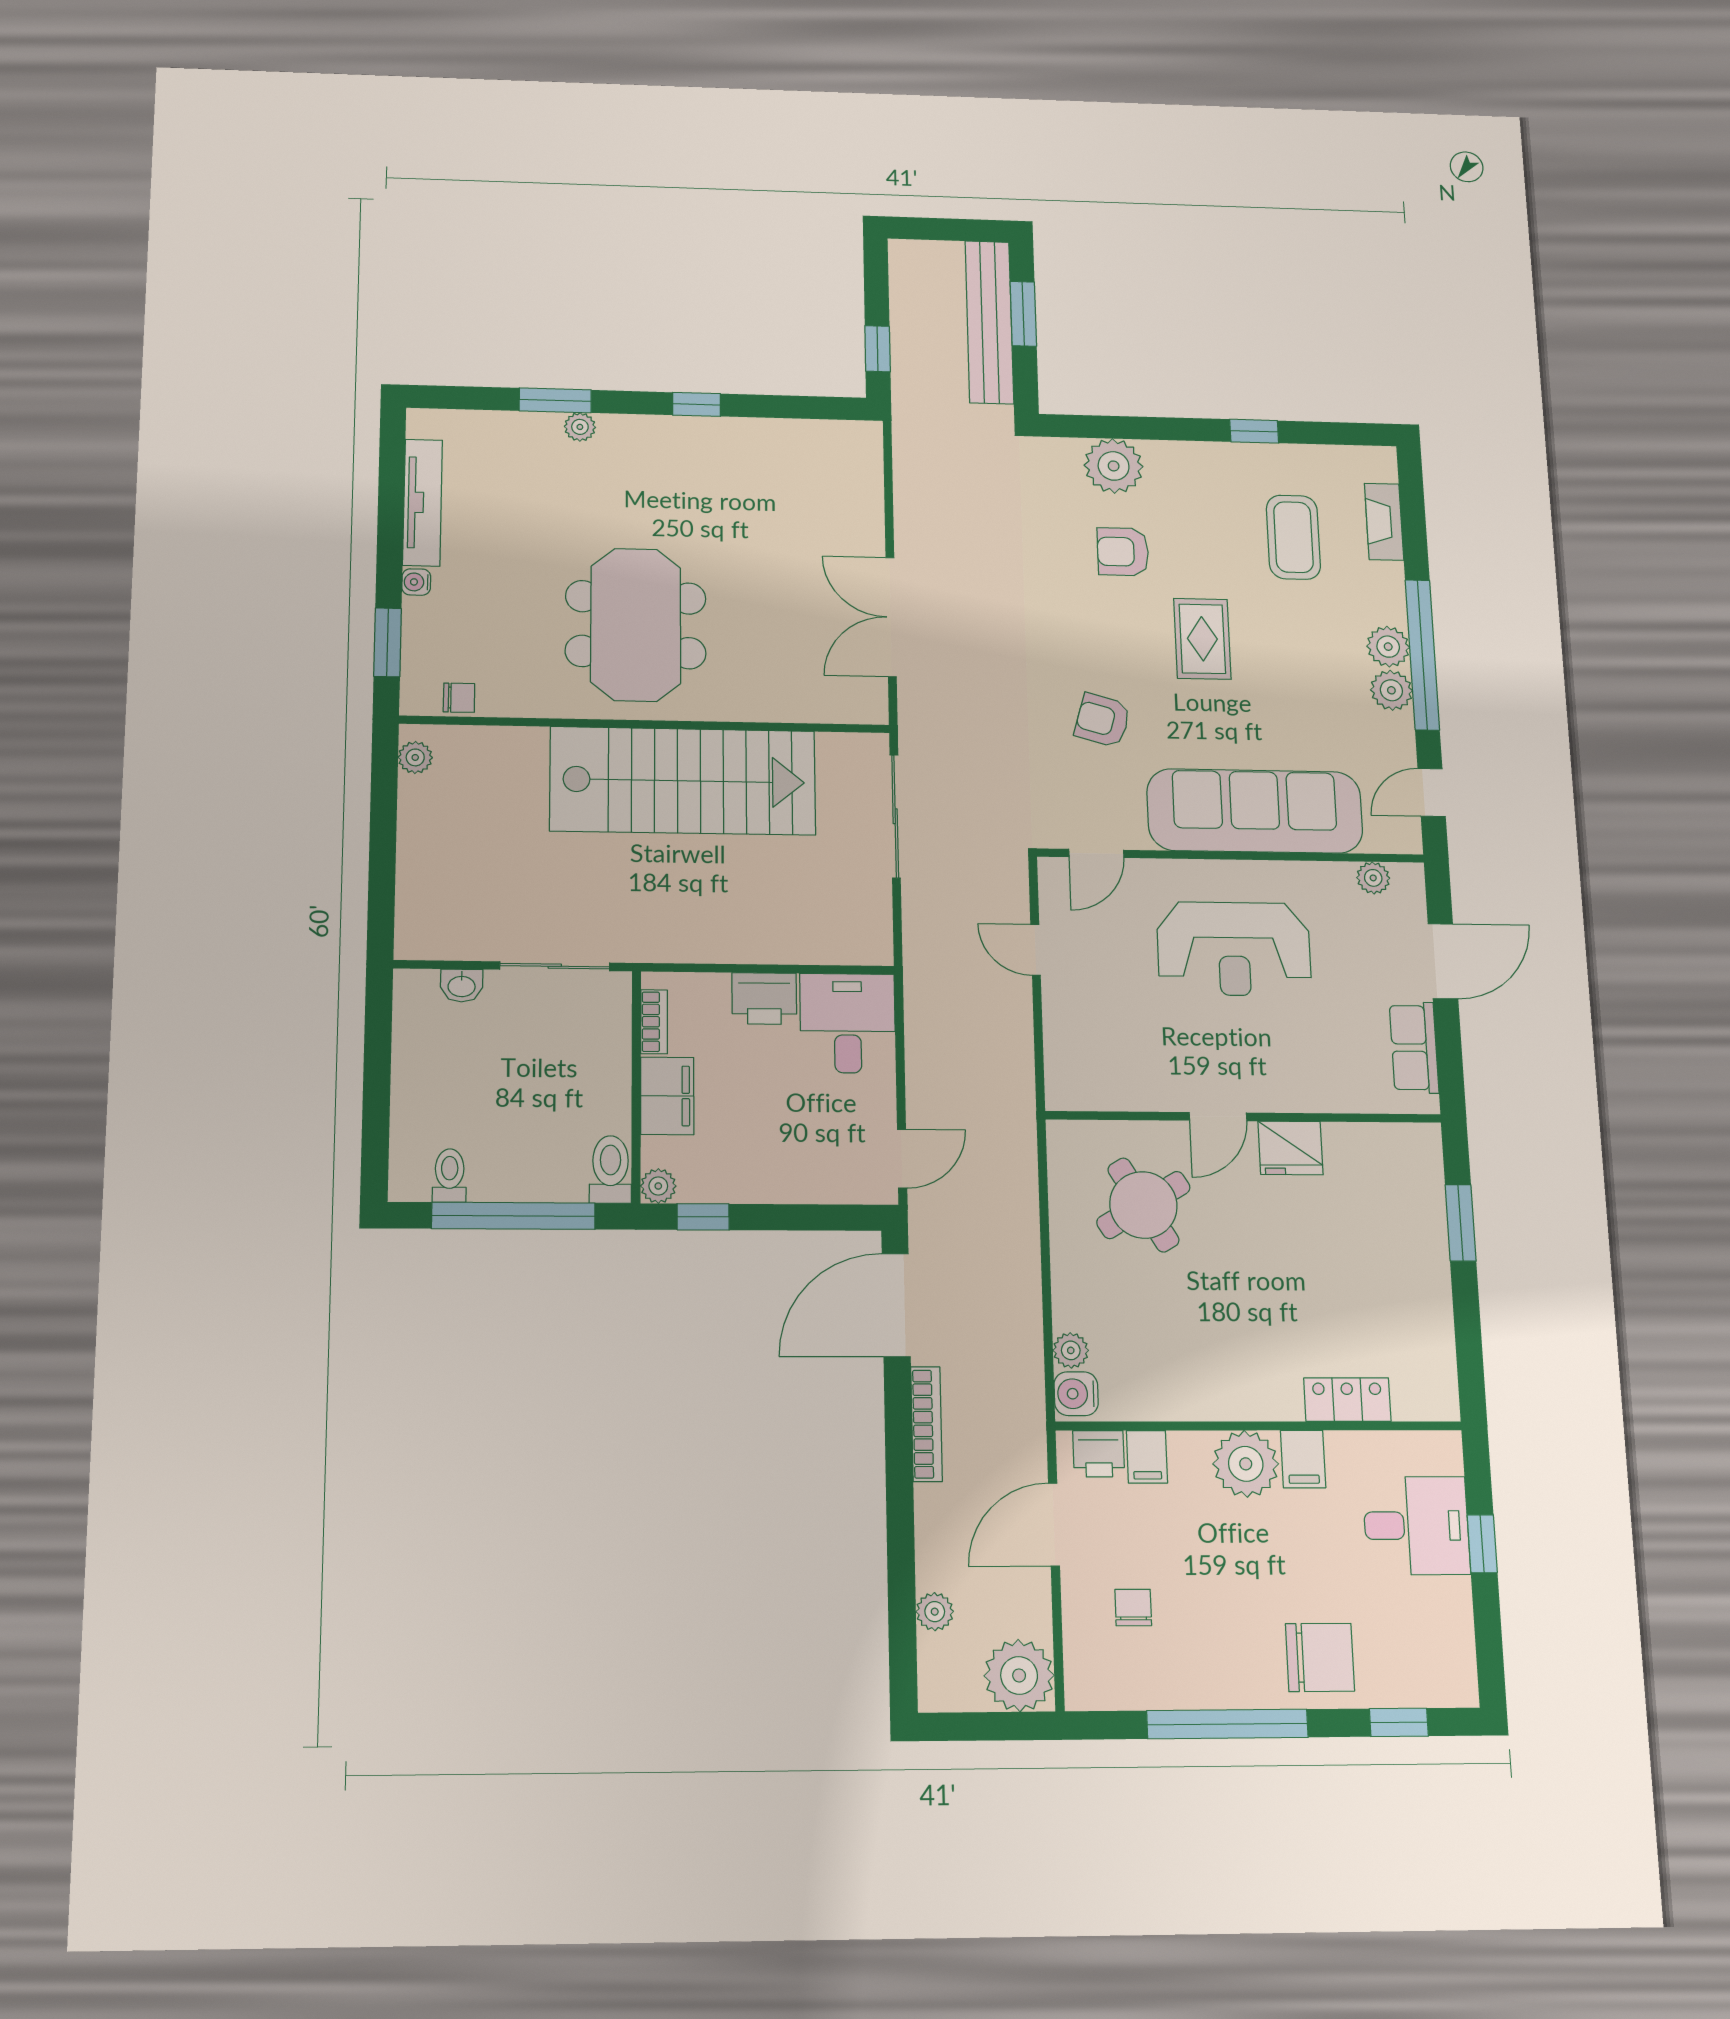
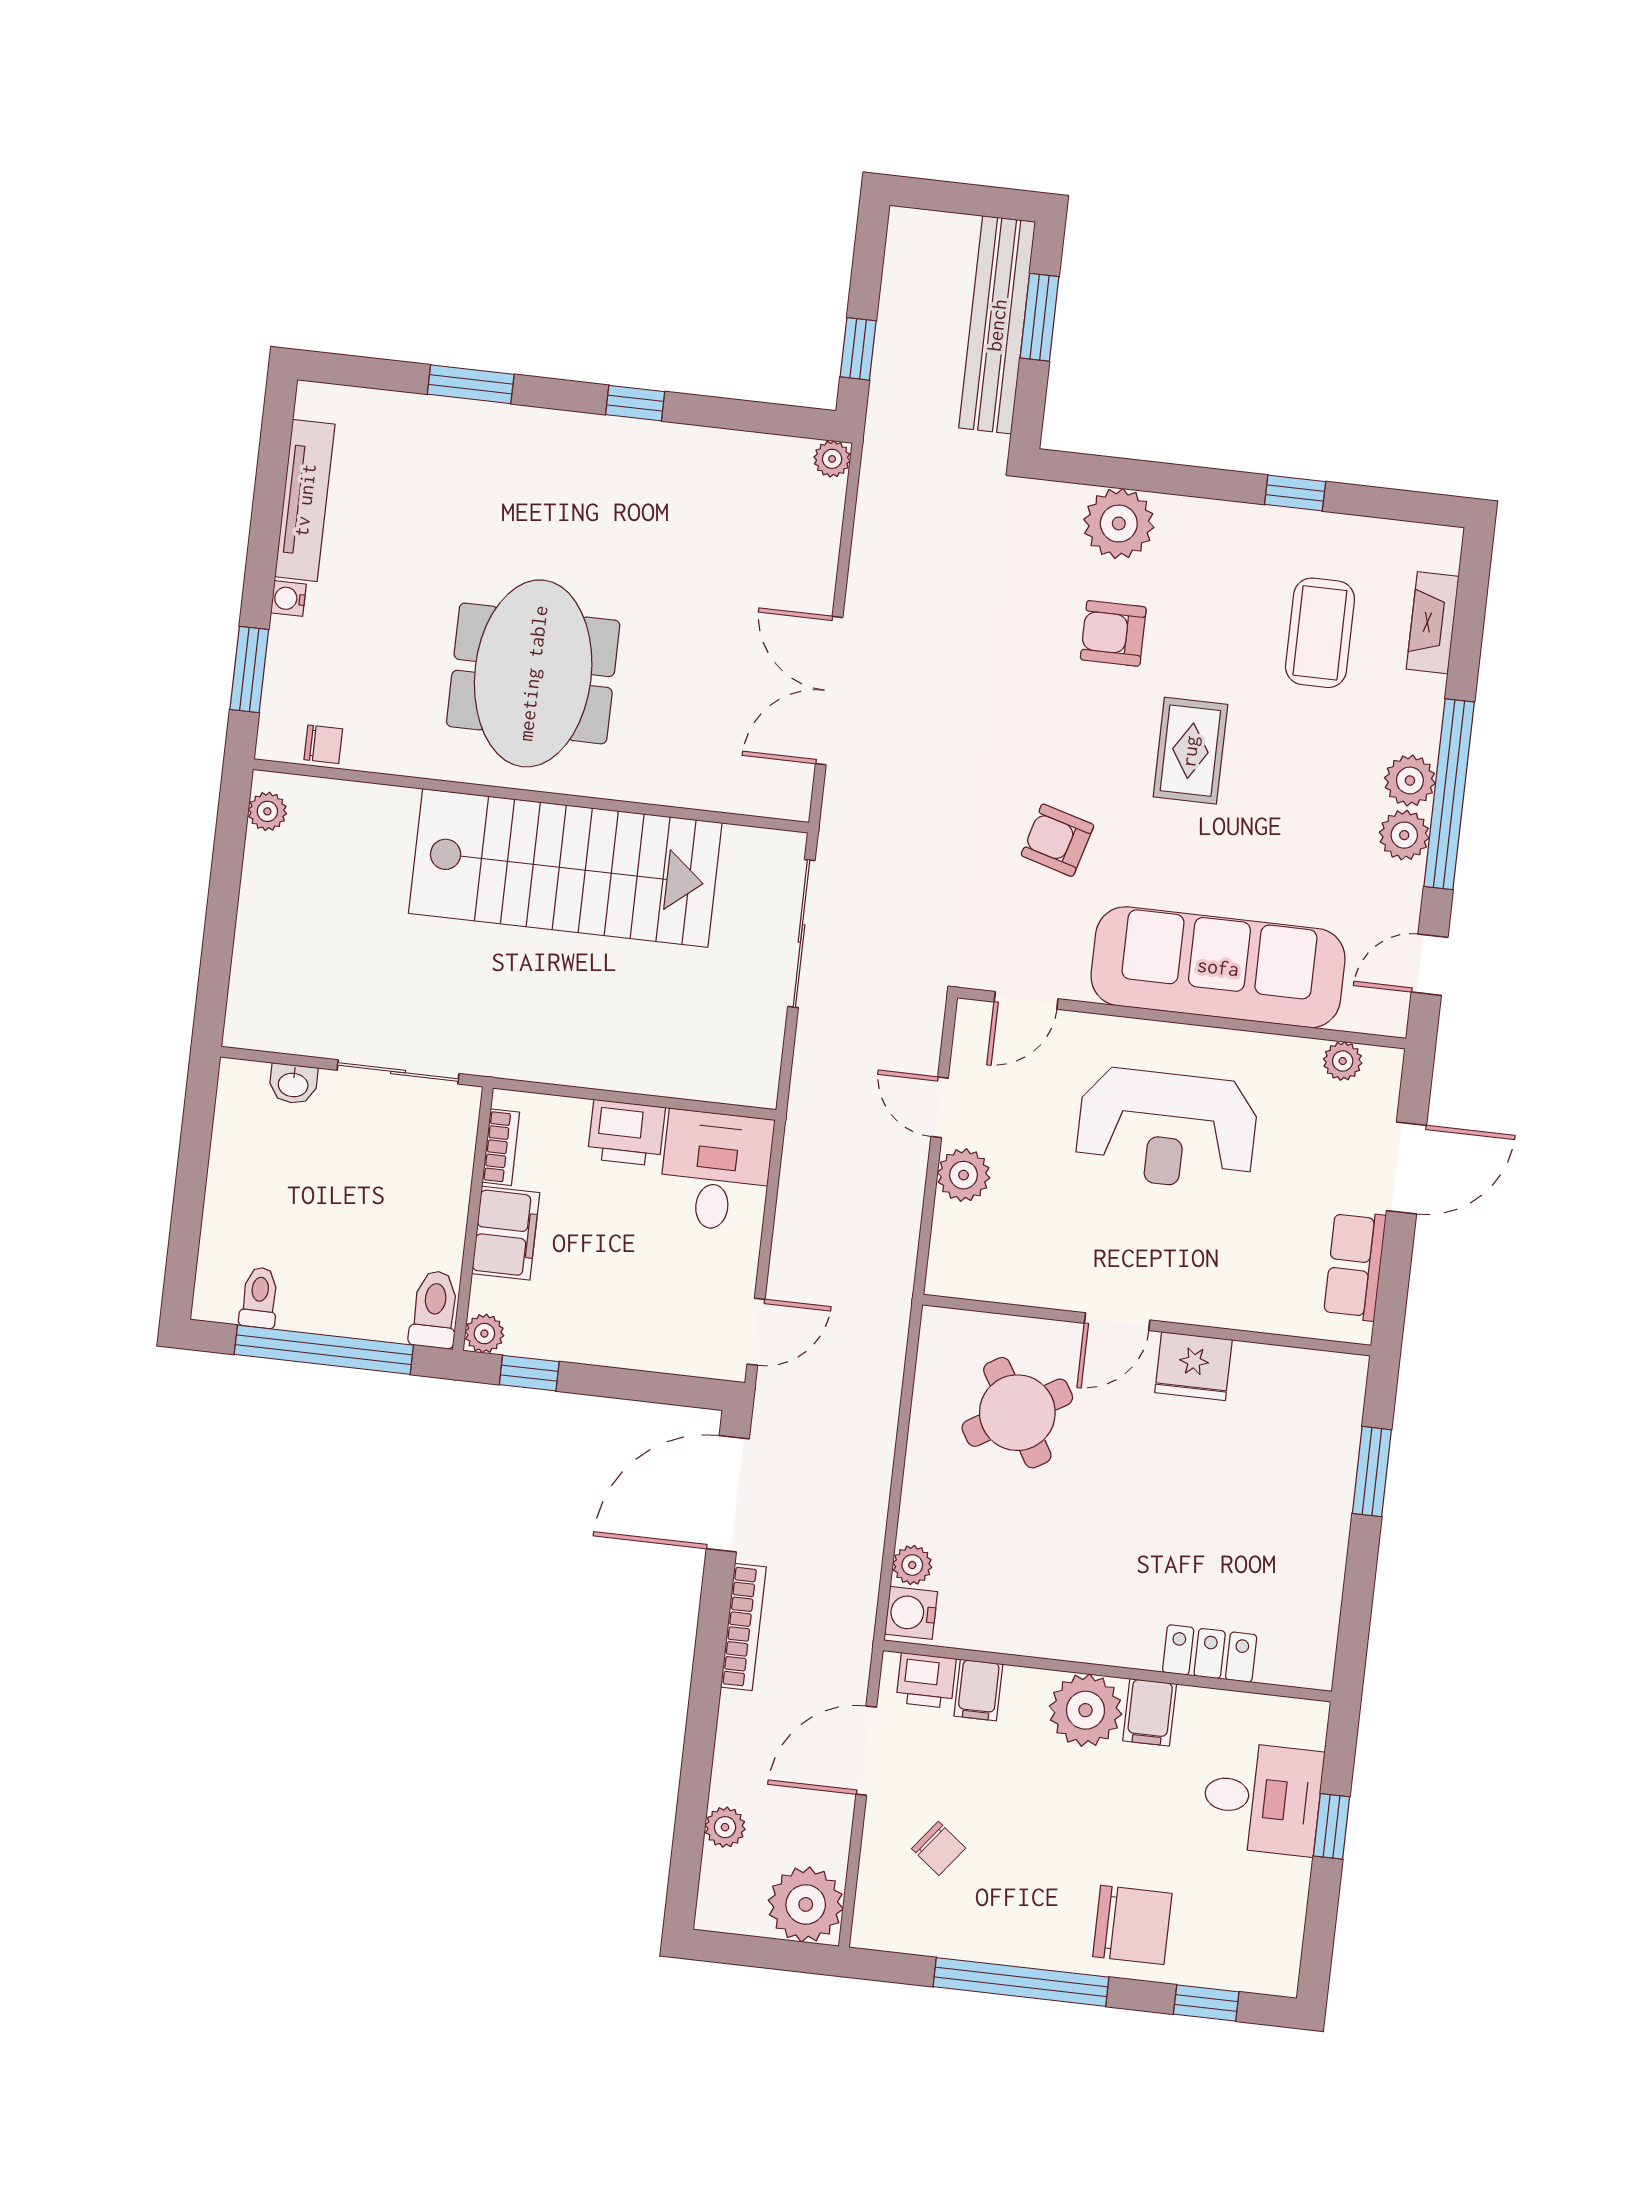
plant: (580, 427) -> (832, 459), moved
plant: (1065, 1005) -> (964, 1175), added
chair: (1133, 1607) -> (939, 1848), turned 128

